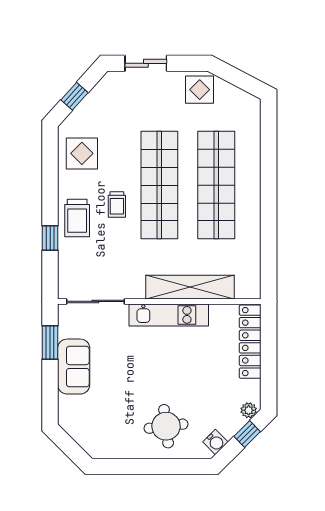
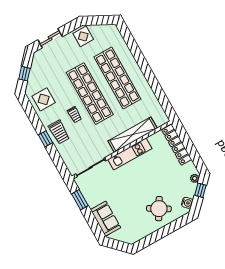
window: (50, 238) -> (45, 139), moved
sofa: (74, 367) -> (106, 219), moved
round table: (166, 426) -> (159, 209), turned 38

